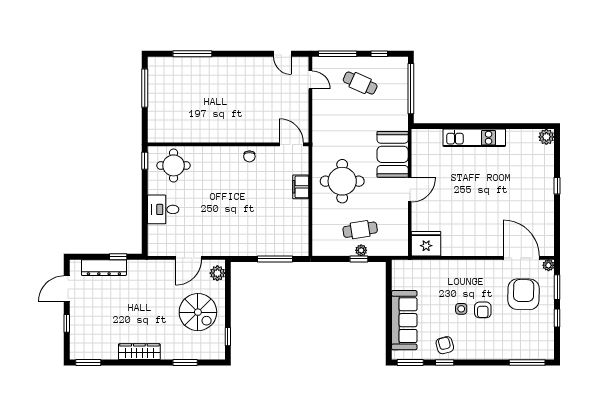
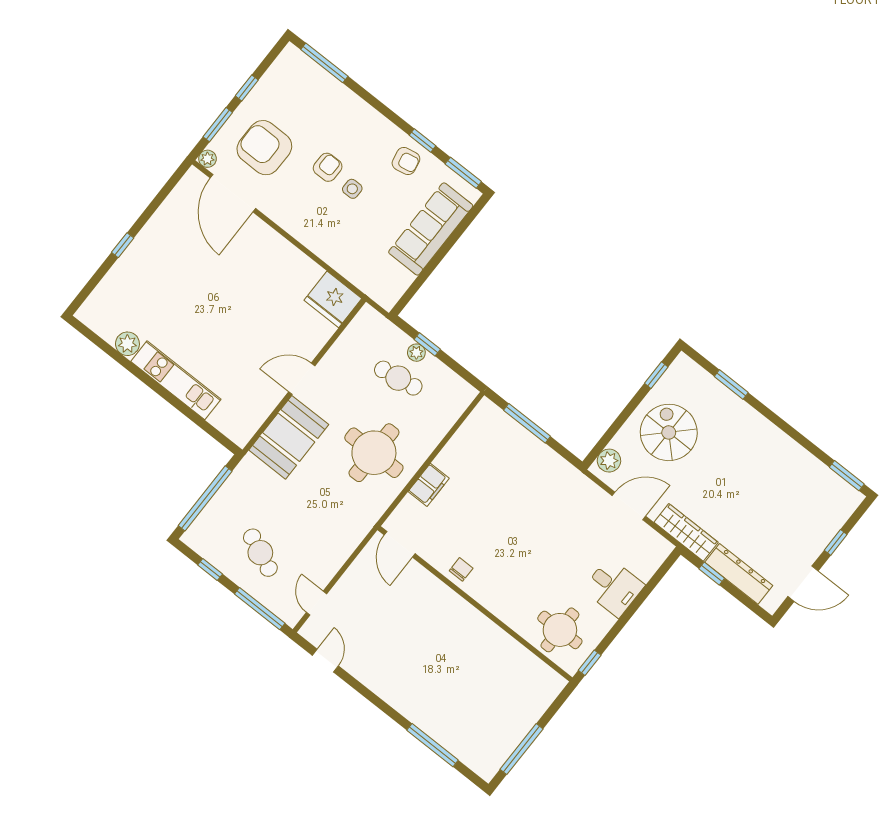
plant: (546, 137) -> (127, 344), moved
armchair: (524, 294) -> (264, 148), turned 89
armchair: (445, 345) -> (406, 161), turned -86
wardrobe: (139, 352) -> (686, 532), moved, turned 180

